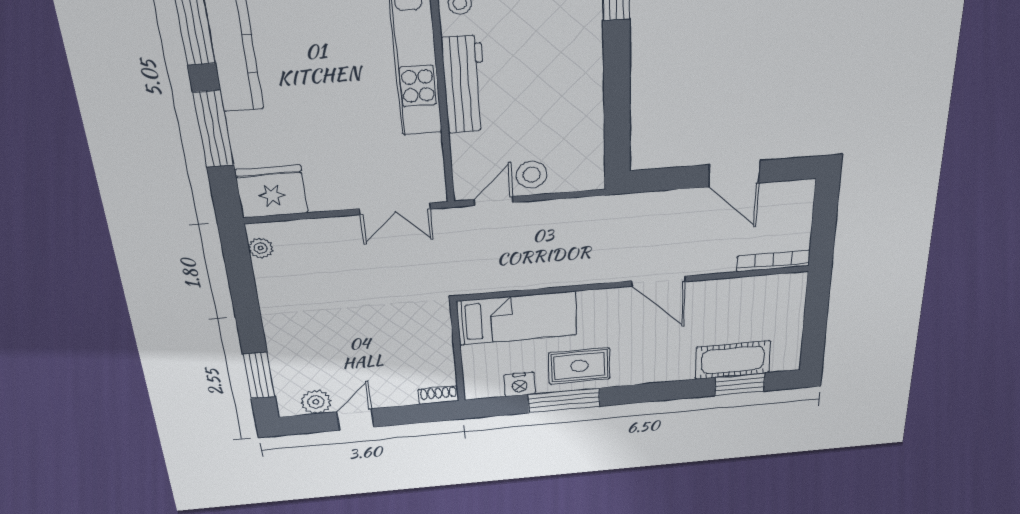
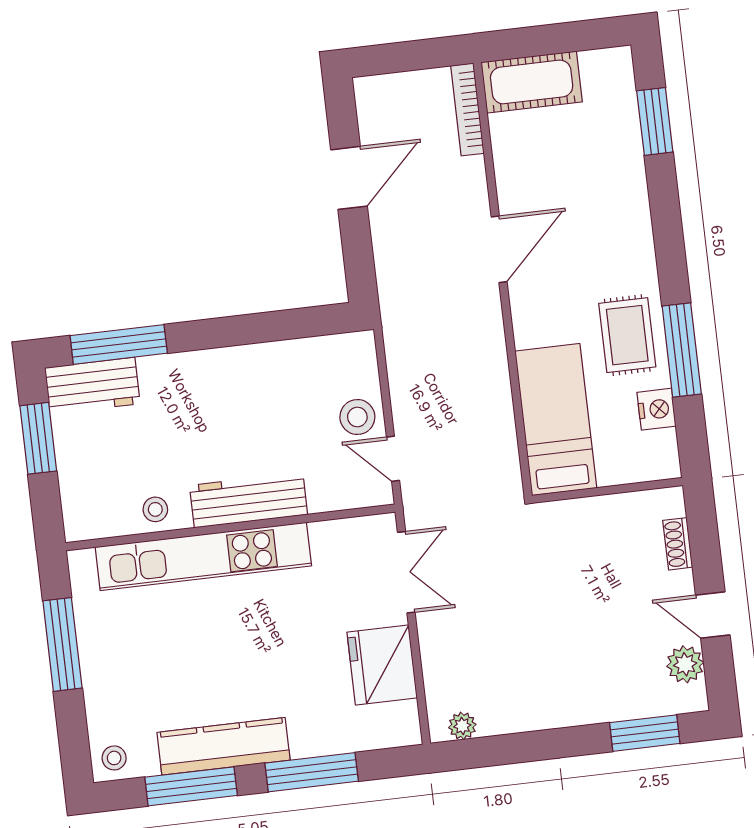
fridge: (271, 192) -> (382, 665), moved
cot: (733, 360) -> (532, 82), moved, turned 90
shoe rack: (438, 395) -> (678, 544), moved

